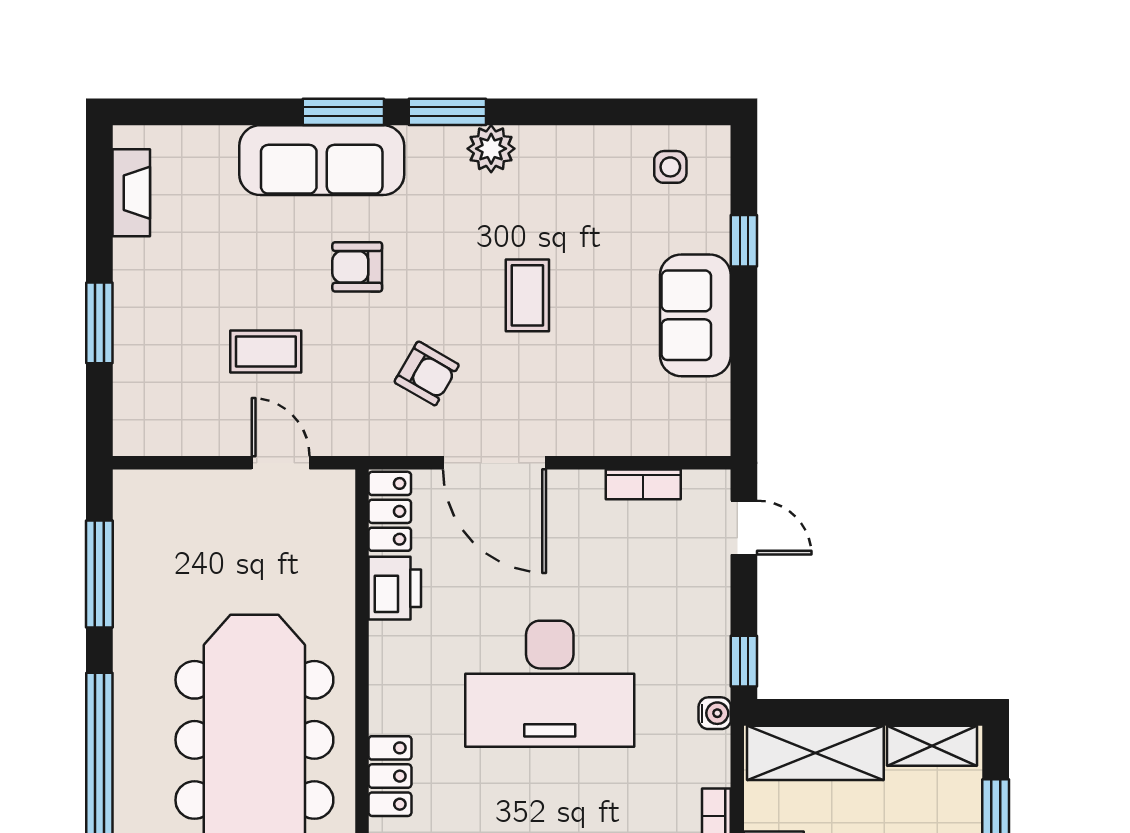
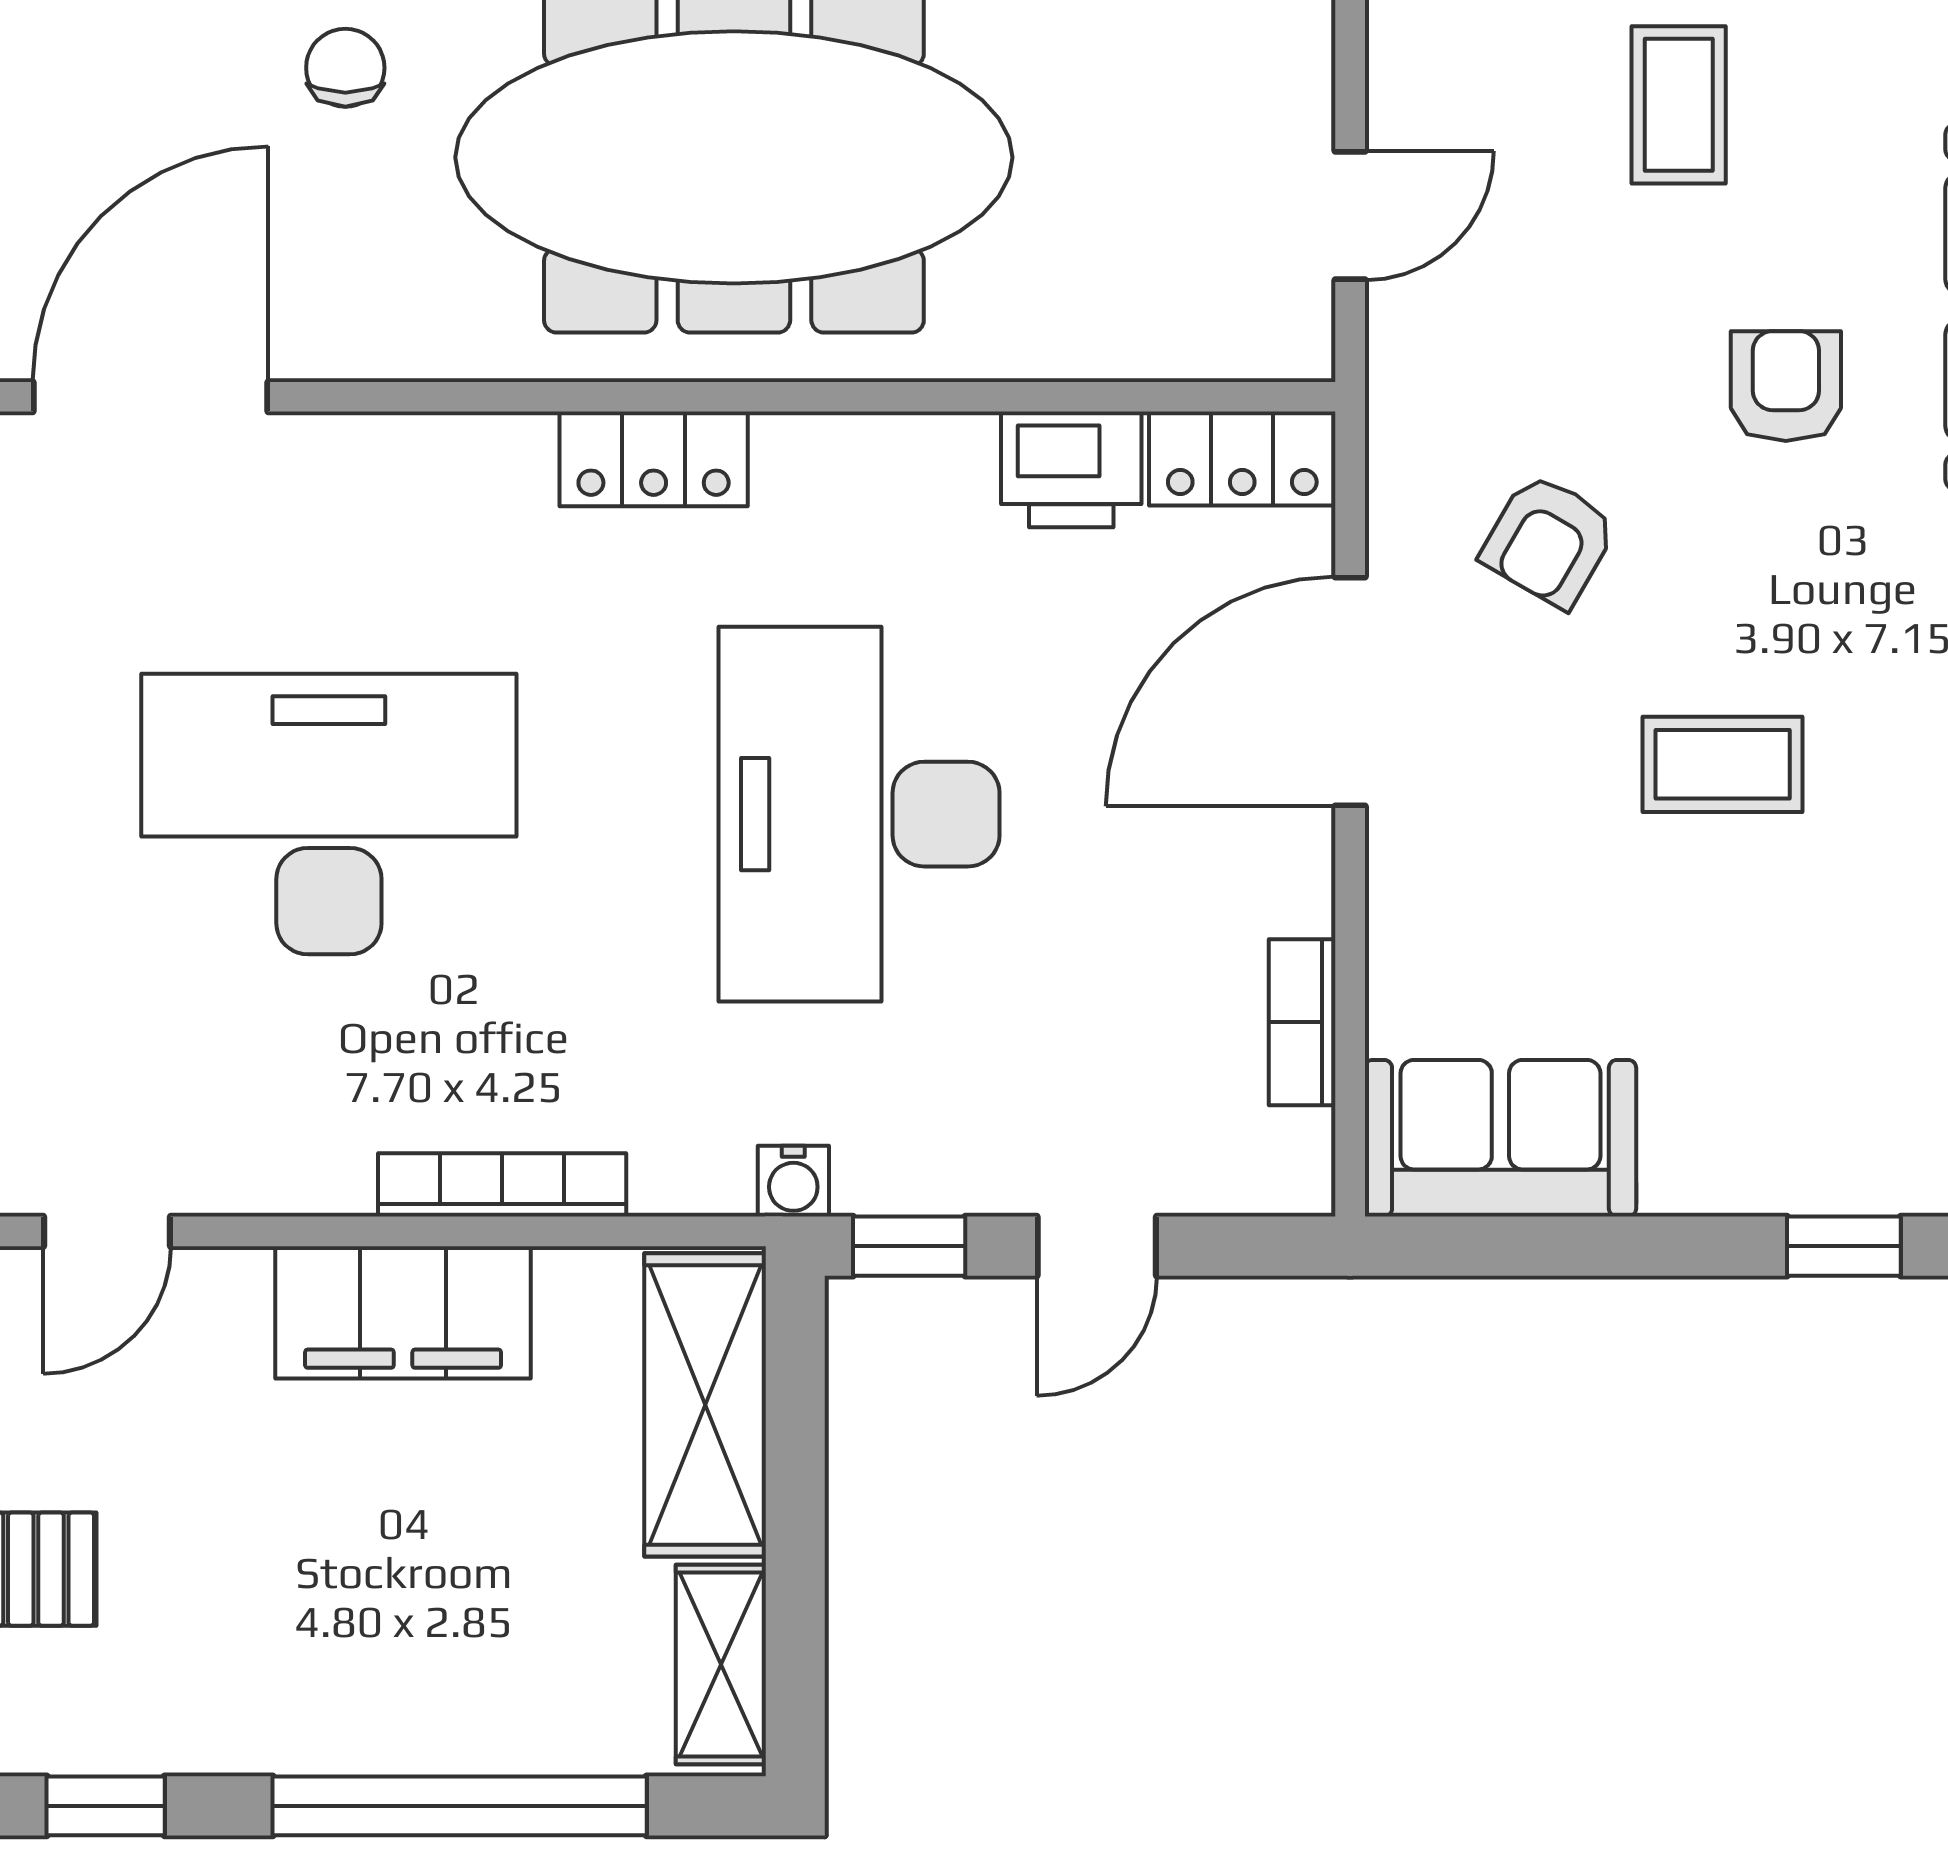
sofa: (695, 315) -> (1500, 1138), moved
coffee table: (266, 352) -> (1679, 105), moved
door: (744, 528) -> (1097, 1246), moved

